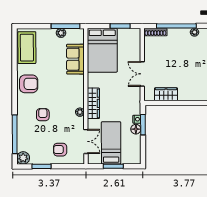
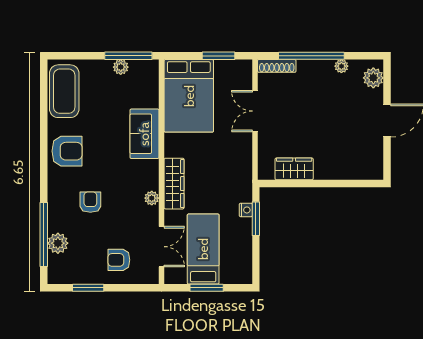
sofa: (75, 59) -> (144, 134), moved
double door: (142, 74) -> (255, 111), moved
floor lamp: (136, 129) -> (244, 226), removed
plant: (23, 158) -> (58, 243), moved

